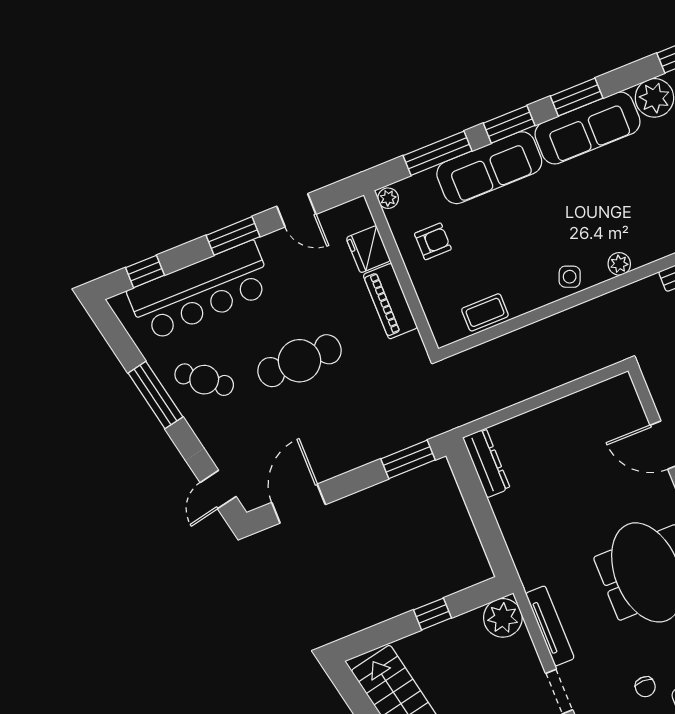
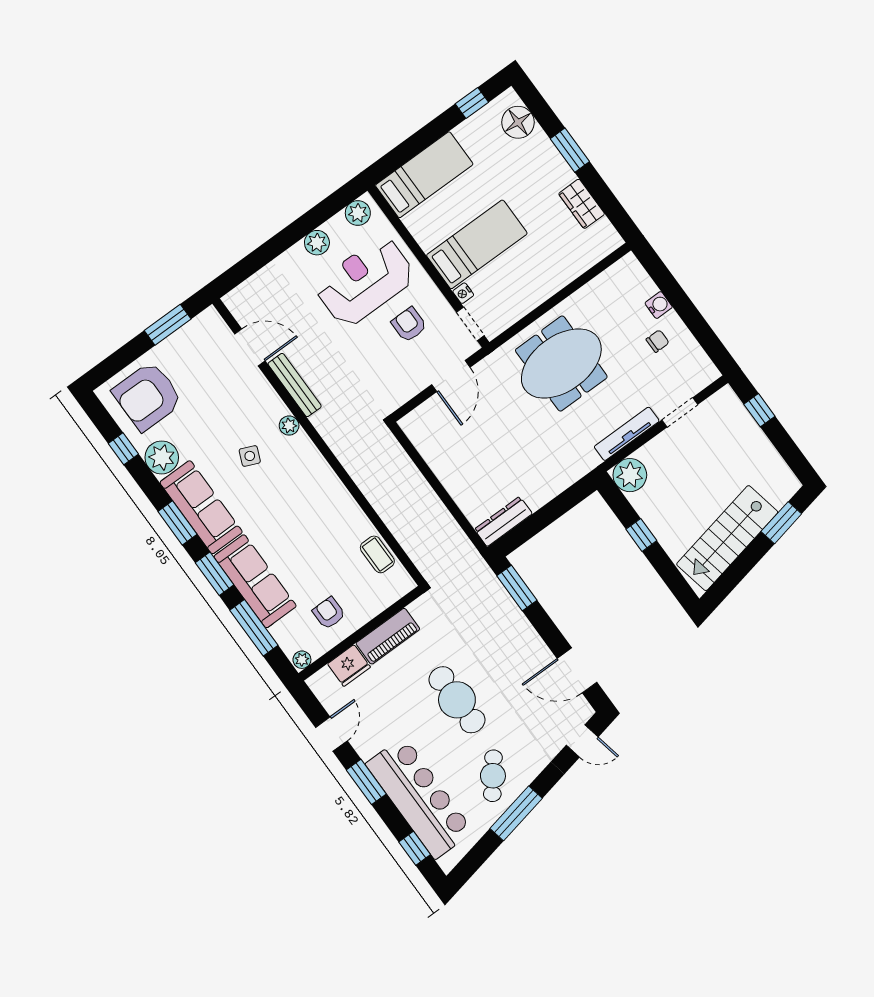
plant: (619, 264) -> (289, 426), moved
side table: (570, 277) -> (250, 456), moved

